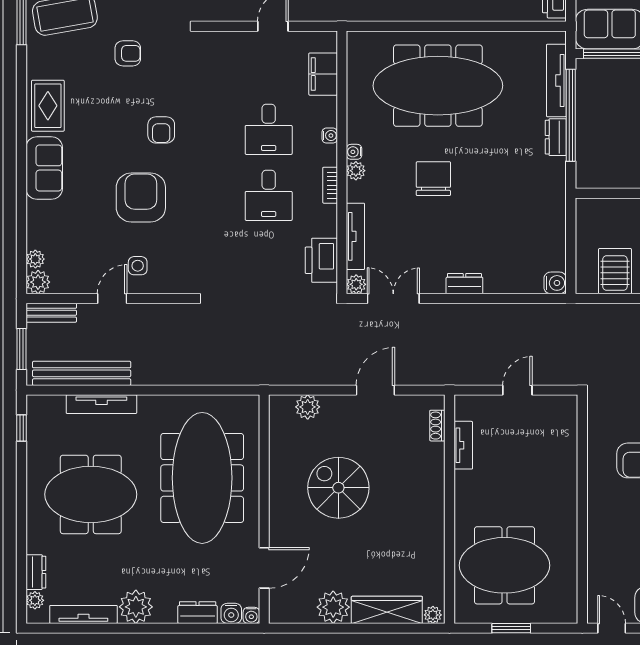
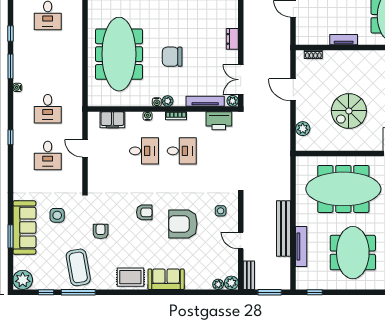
side table: (138, 266) -> (221, 211), moved
bench: (82, 373) -> (284, 229), moved
tv unit: (463, 445) -> (344, 40), moved

